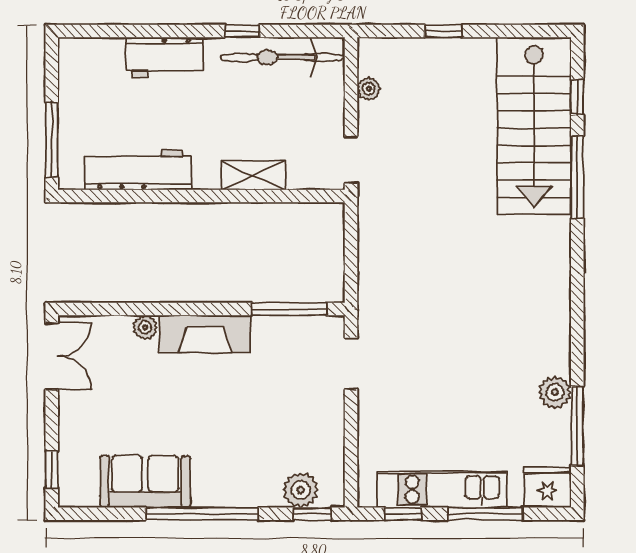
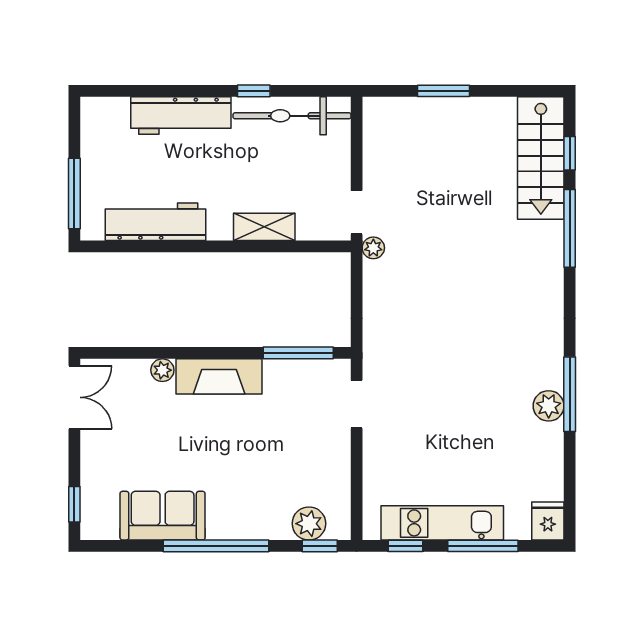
window: (443, 31) -> (444, 91), width x1.50
workbench: (165, 57) -> (181, 115), width x1.37
plant: (369, 89) -> (373, 248), moved
stairs: (534, 126) -> (541, 158), width x0.73, depth x0.66
plant: (555, 392) -> (549, 406), moved
window: (577, 426) -> (570, 394), moved
fridge: (548, 487) -> (548, 521), width x0.72

